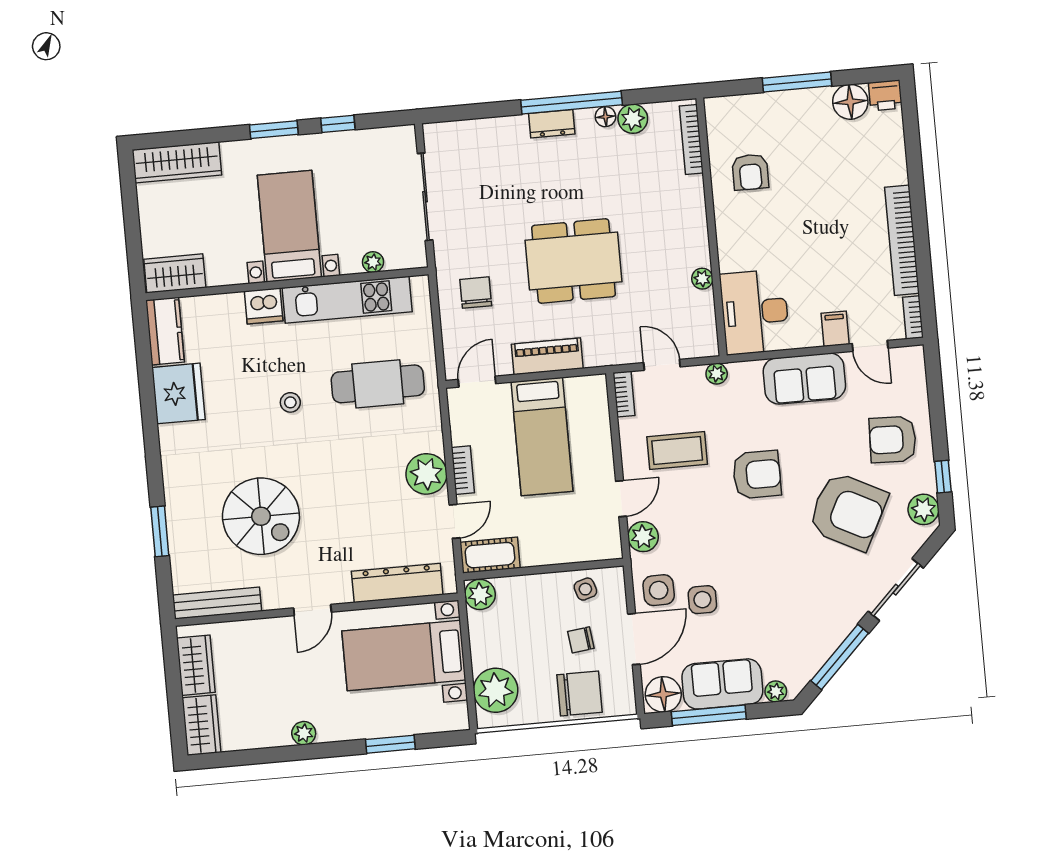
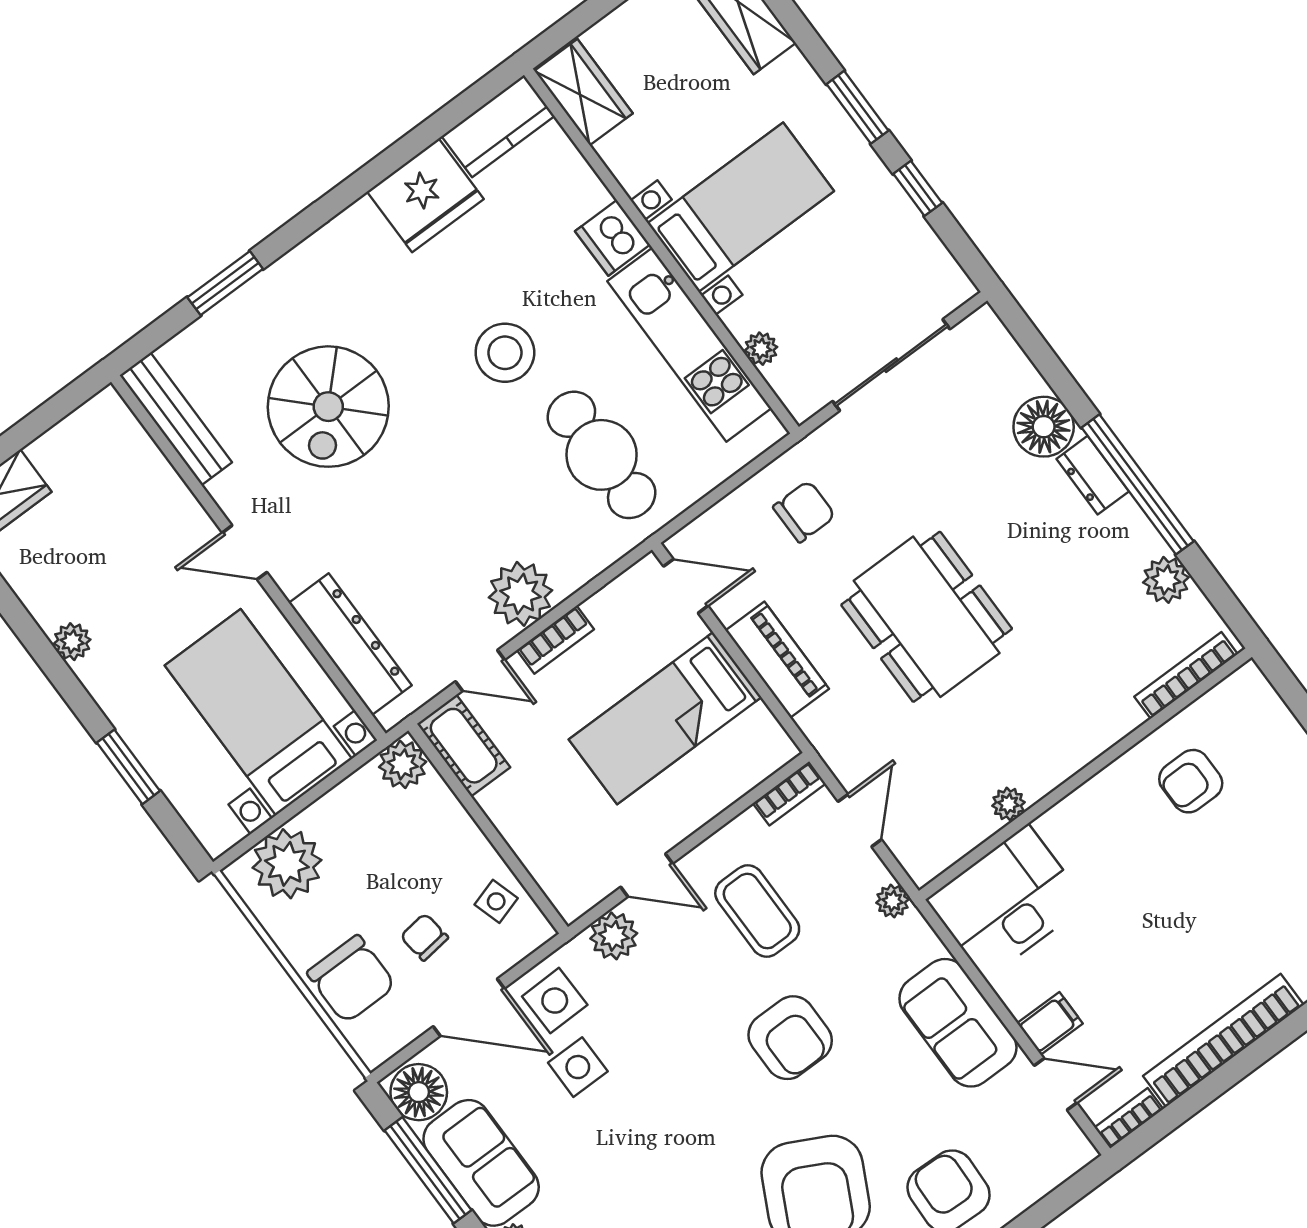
floor lamp: (605, 117) -> (1044, 427), moved, width x1.89, depth x1.89
door: (870, 346) -> (1056, 1084), swing flipped
stool: (290, 402) -> (505, 353), width x1.89, depth x1.89
wardrobe: (196, 665) -> (75, 441), removed

